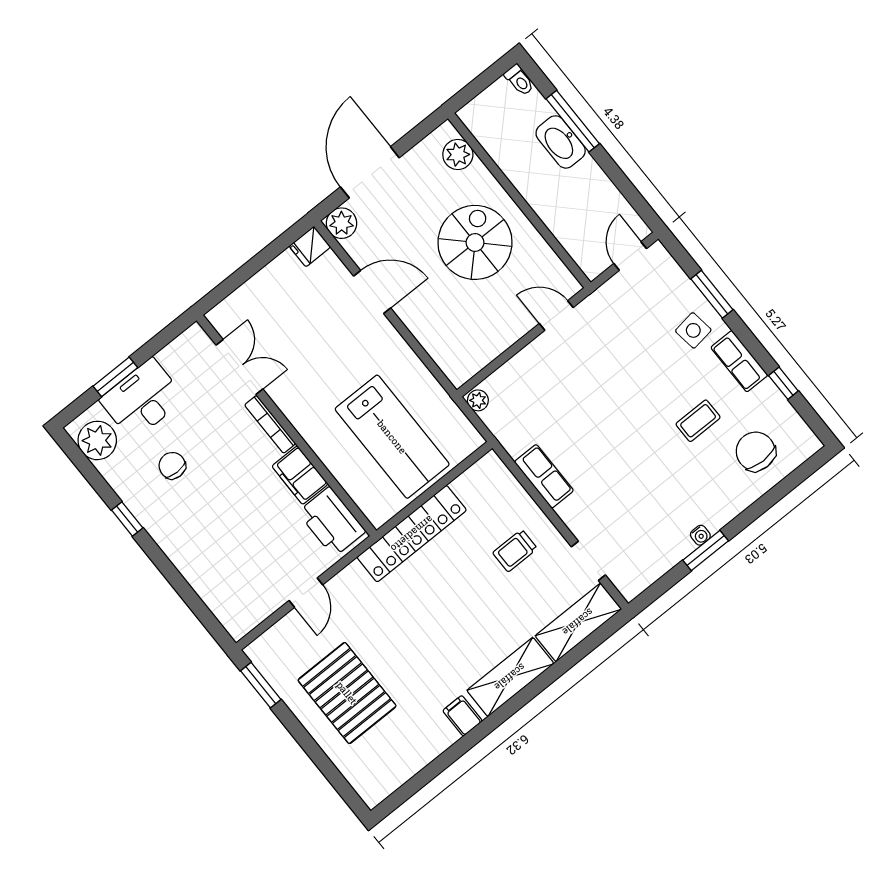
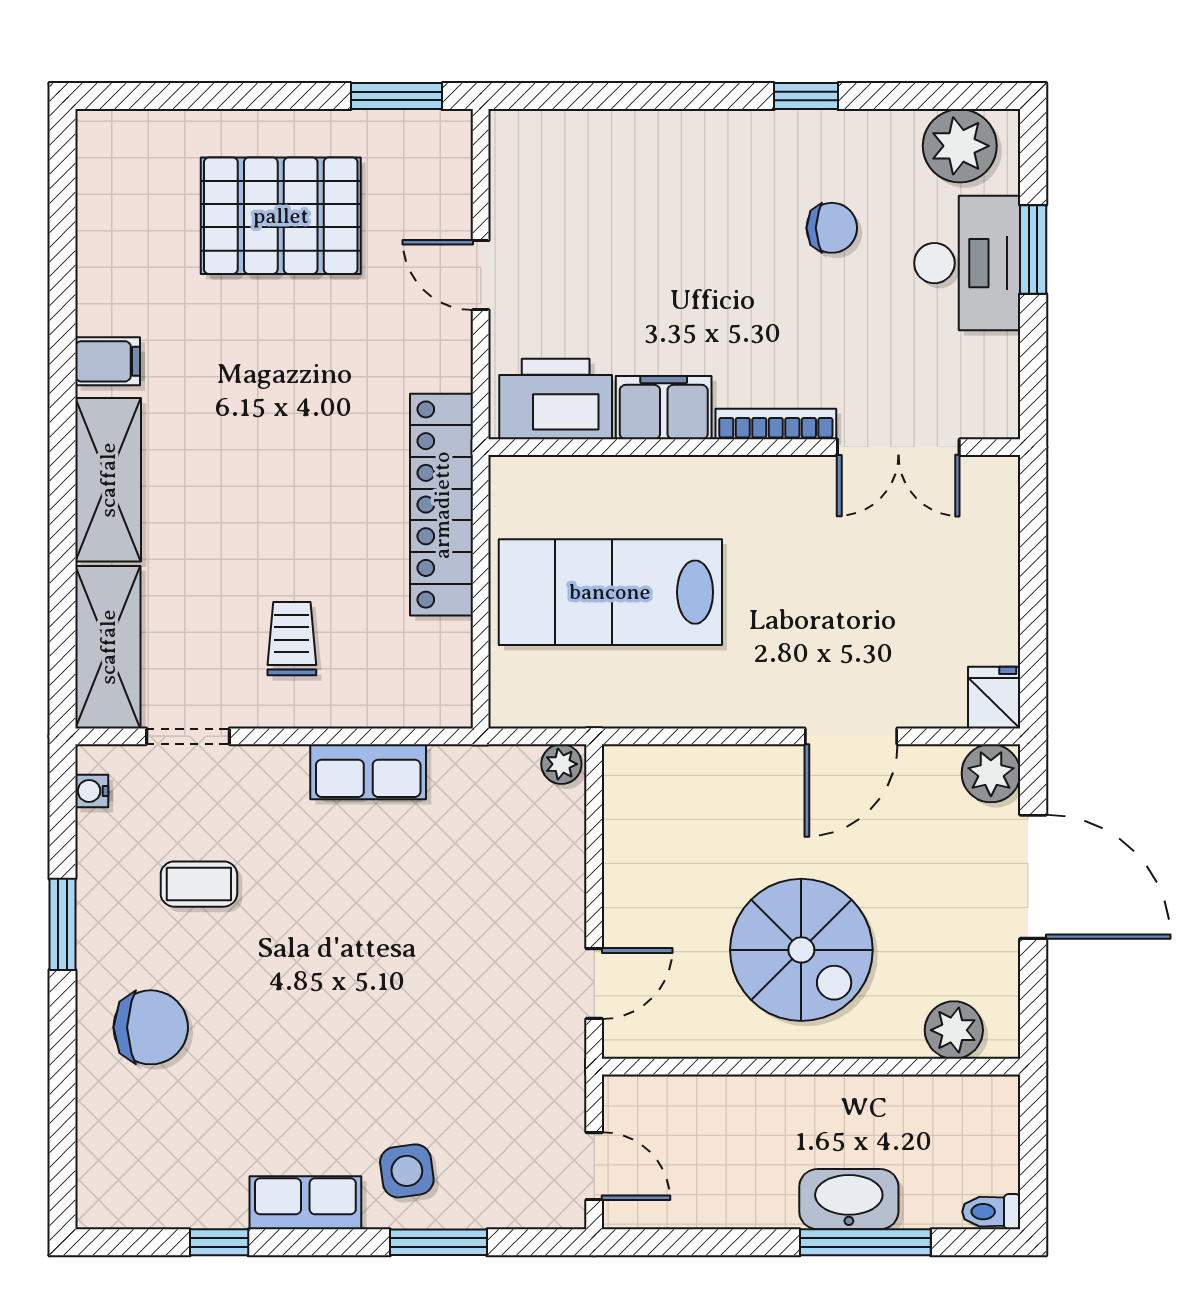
coffee table: (698, 421) -> (199, 884), moved, turned 90
chair: (756, 451) -> (151, 1027), moved
water cooler: (700, 535) -> (92, 791), moved

